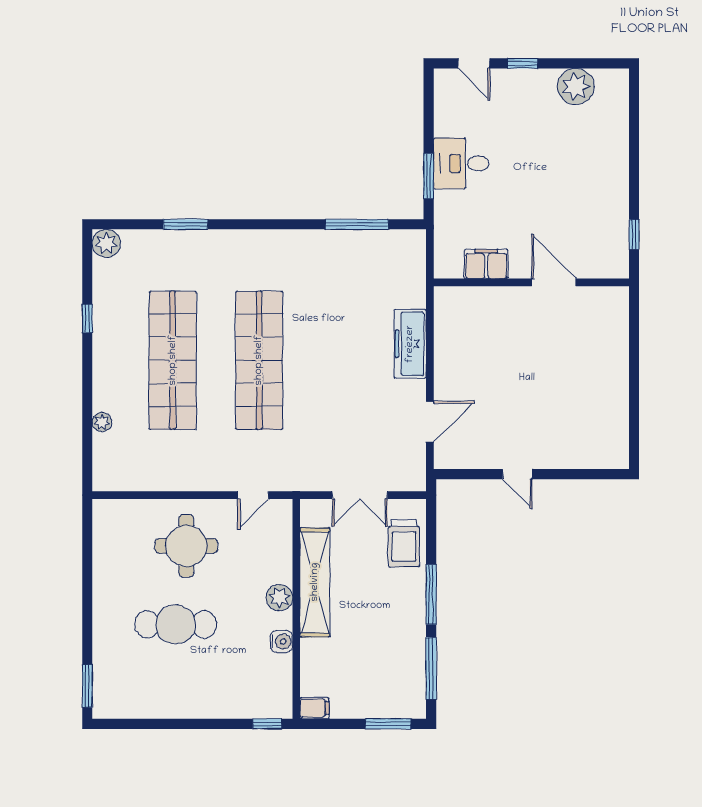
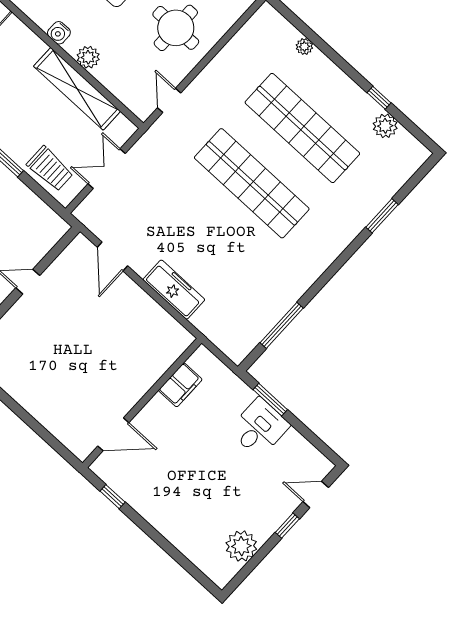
plant: (106, 243) -> (385, 126), moved
door: (554, 282) -> (113, 434), moved
trolley: (404, 543) -> (50, 169), turned 180

